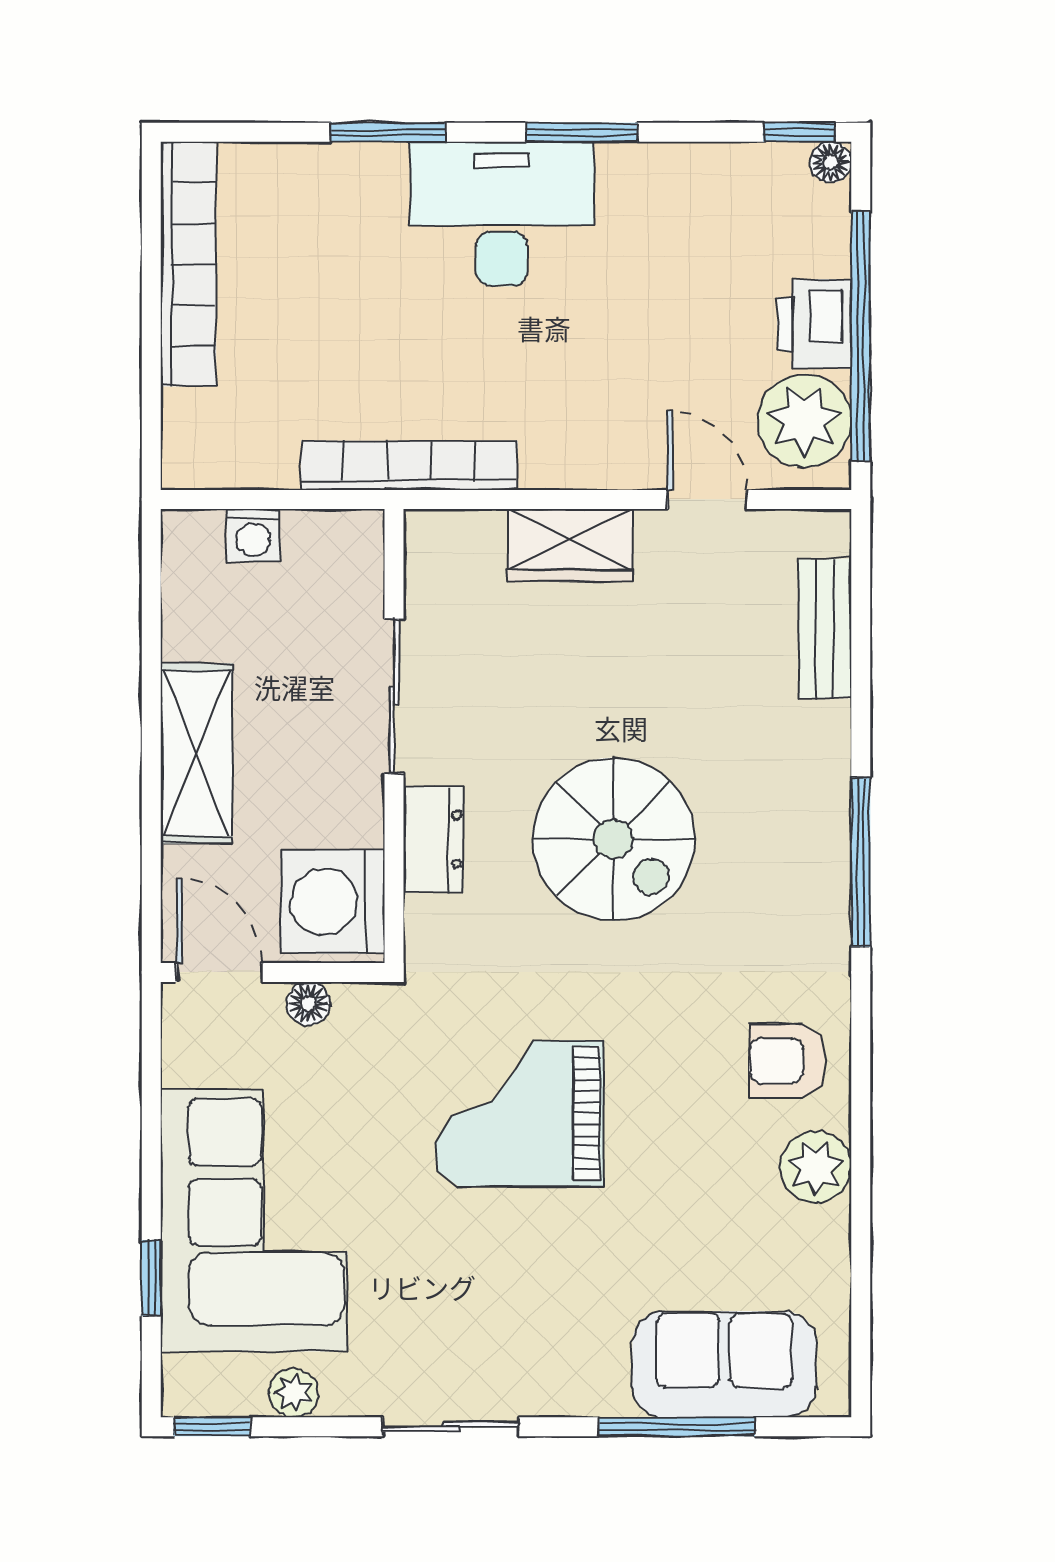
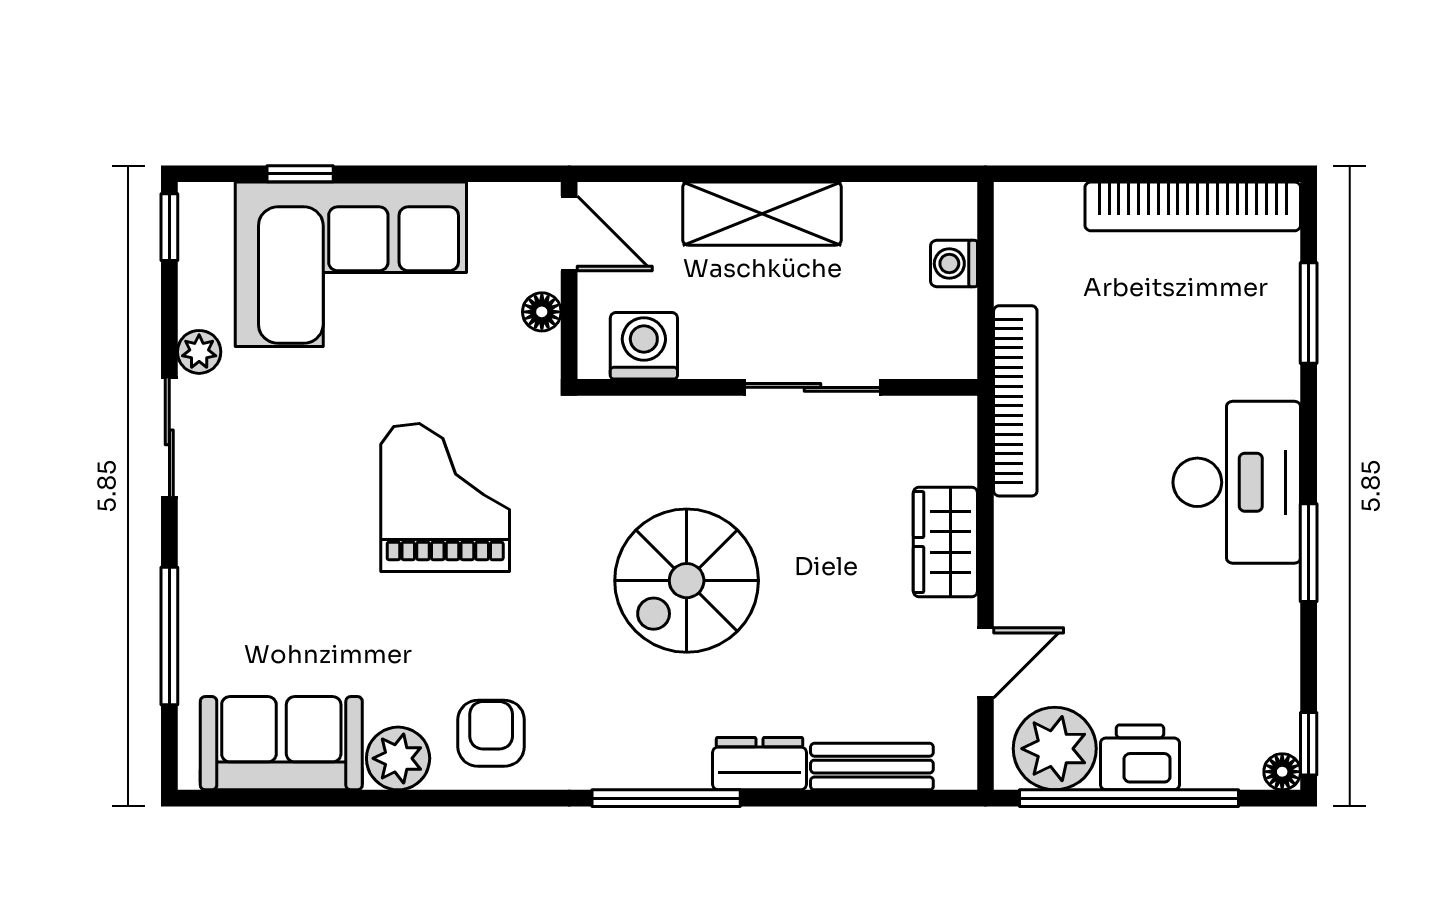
window: (388, 132) -> (1309, 313), moved
dresser: (433, 839) -> (759, 764), moved, turned 180
washing machine: (333, 902) -> (644, 346), width x0.73, depth x0.73
door: (219, 972) -> (569, 234), hinge flipped
sofa: (724, 1364) -> (281, 743), moved, turned -90
plant: (293, 1393) -> (199, 352), moved

